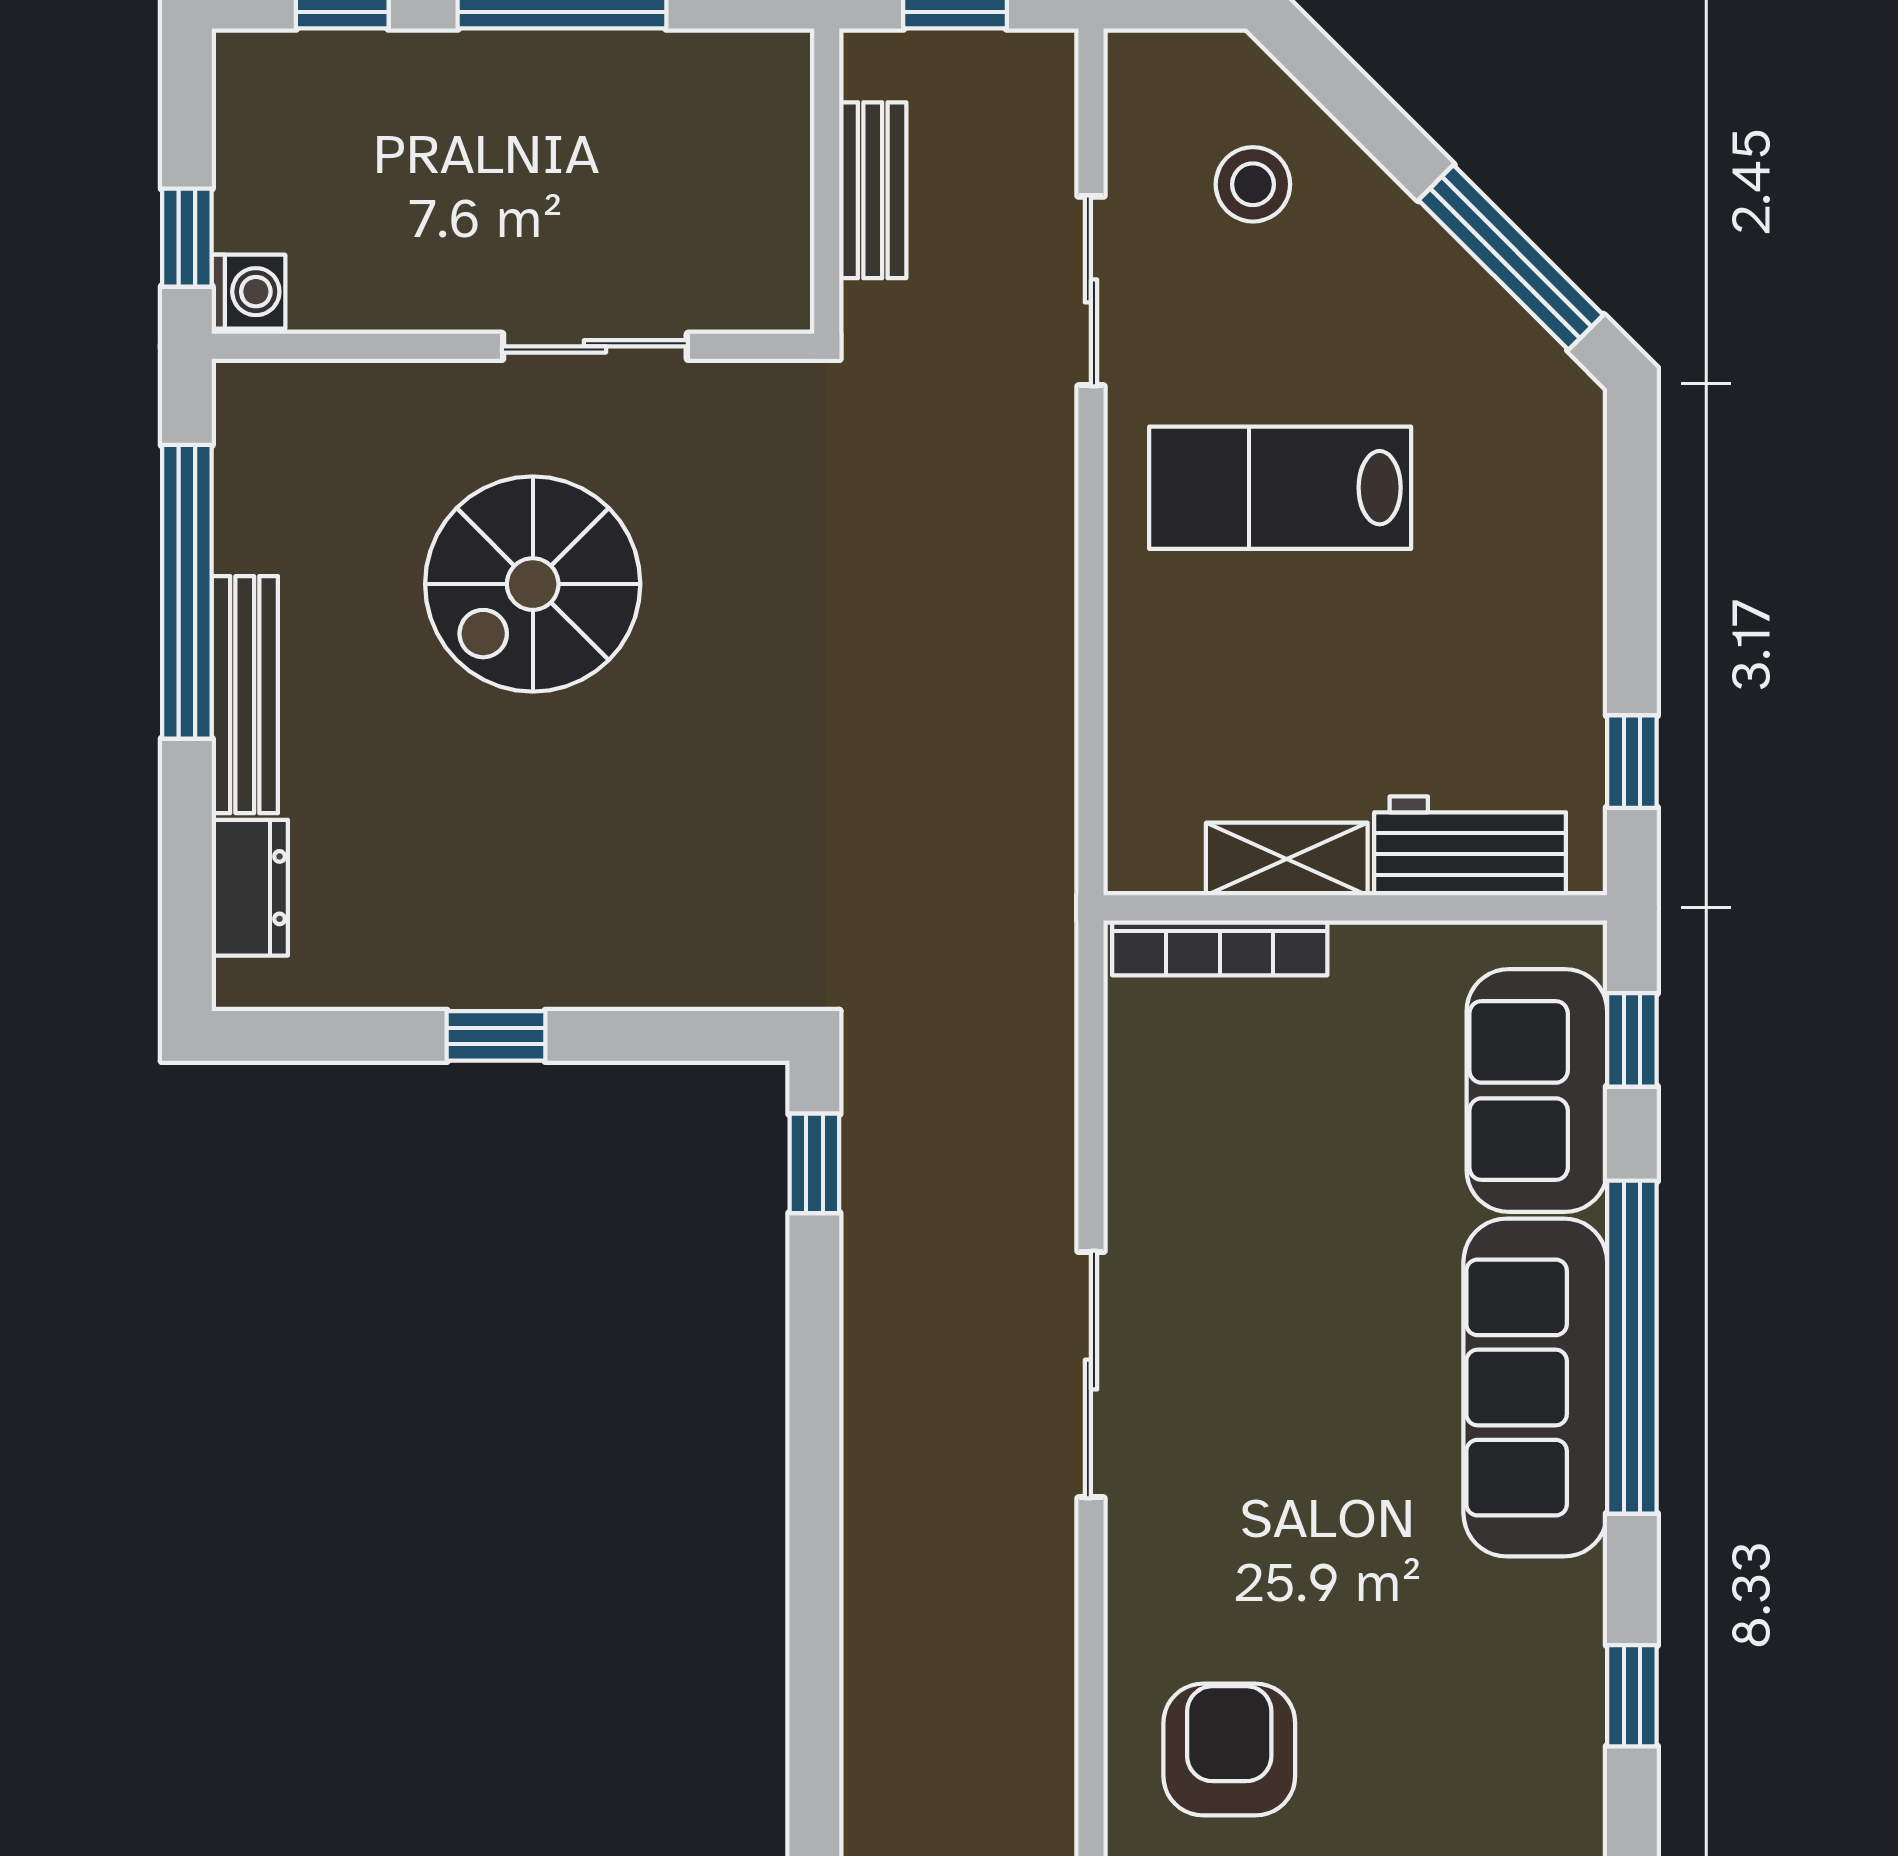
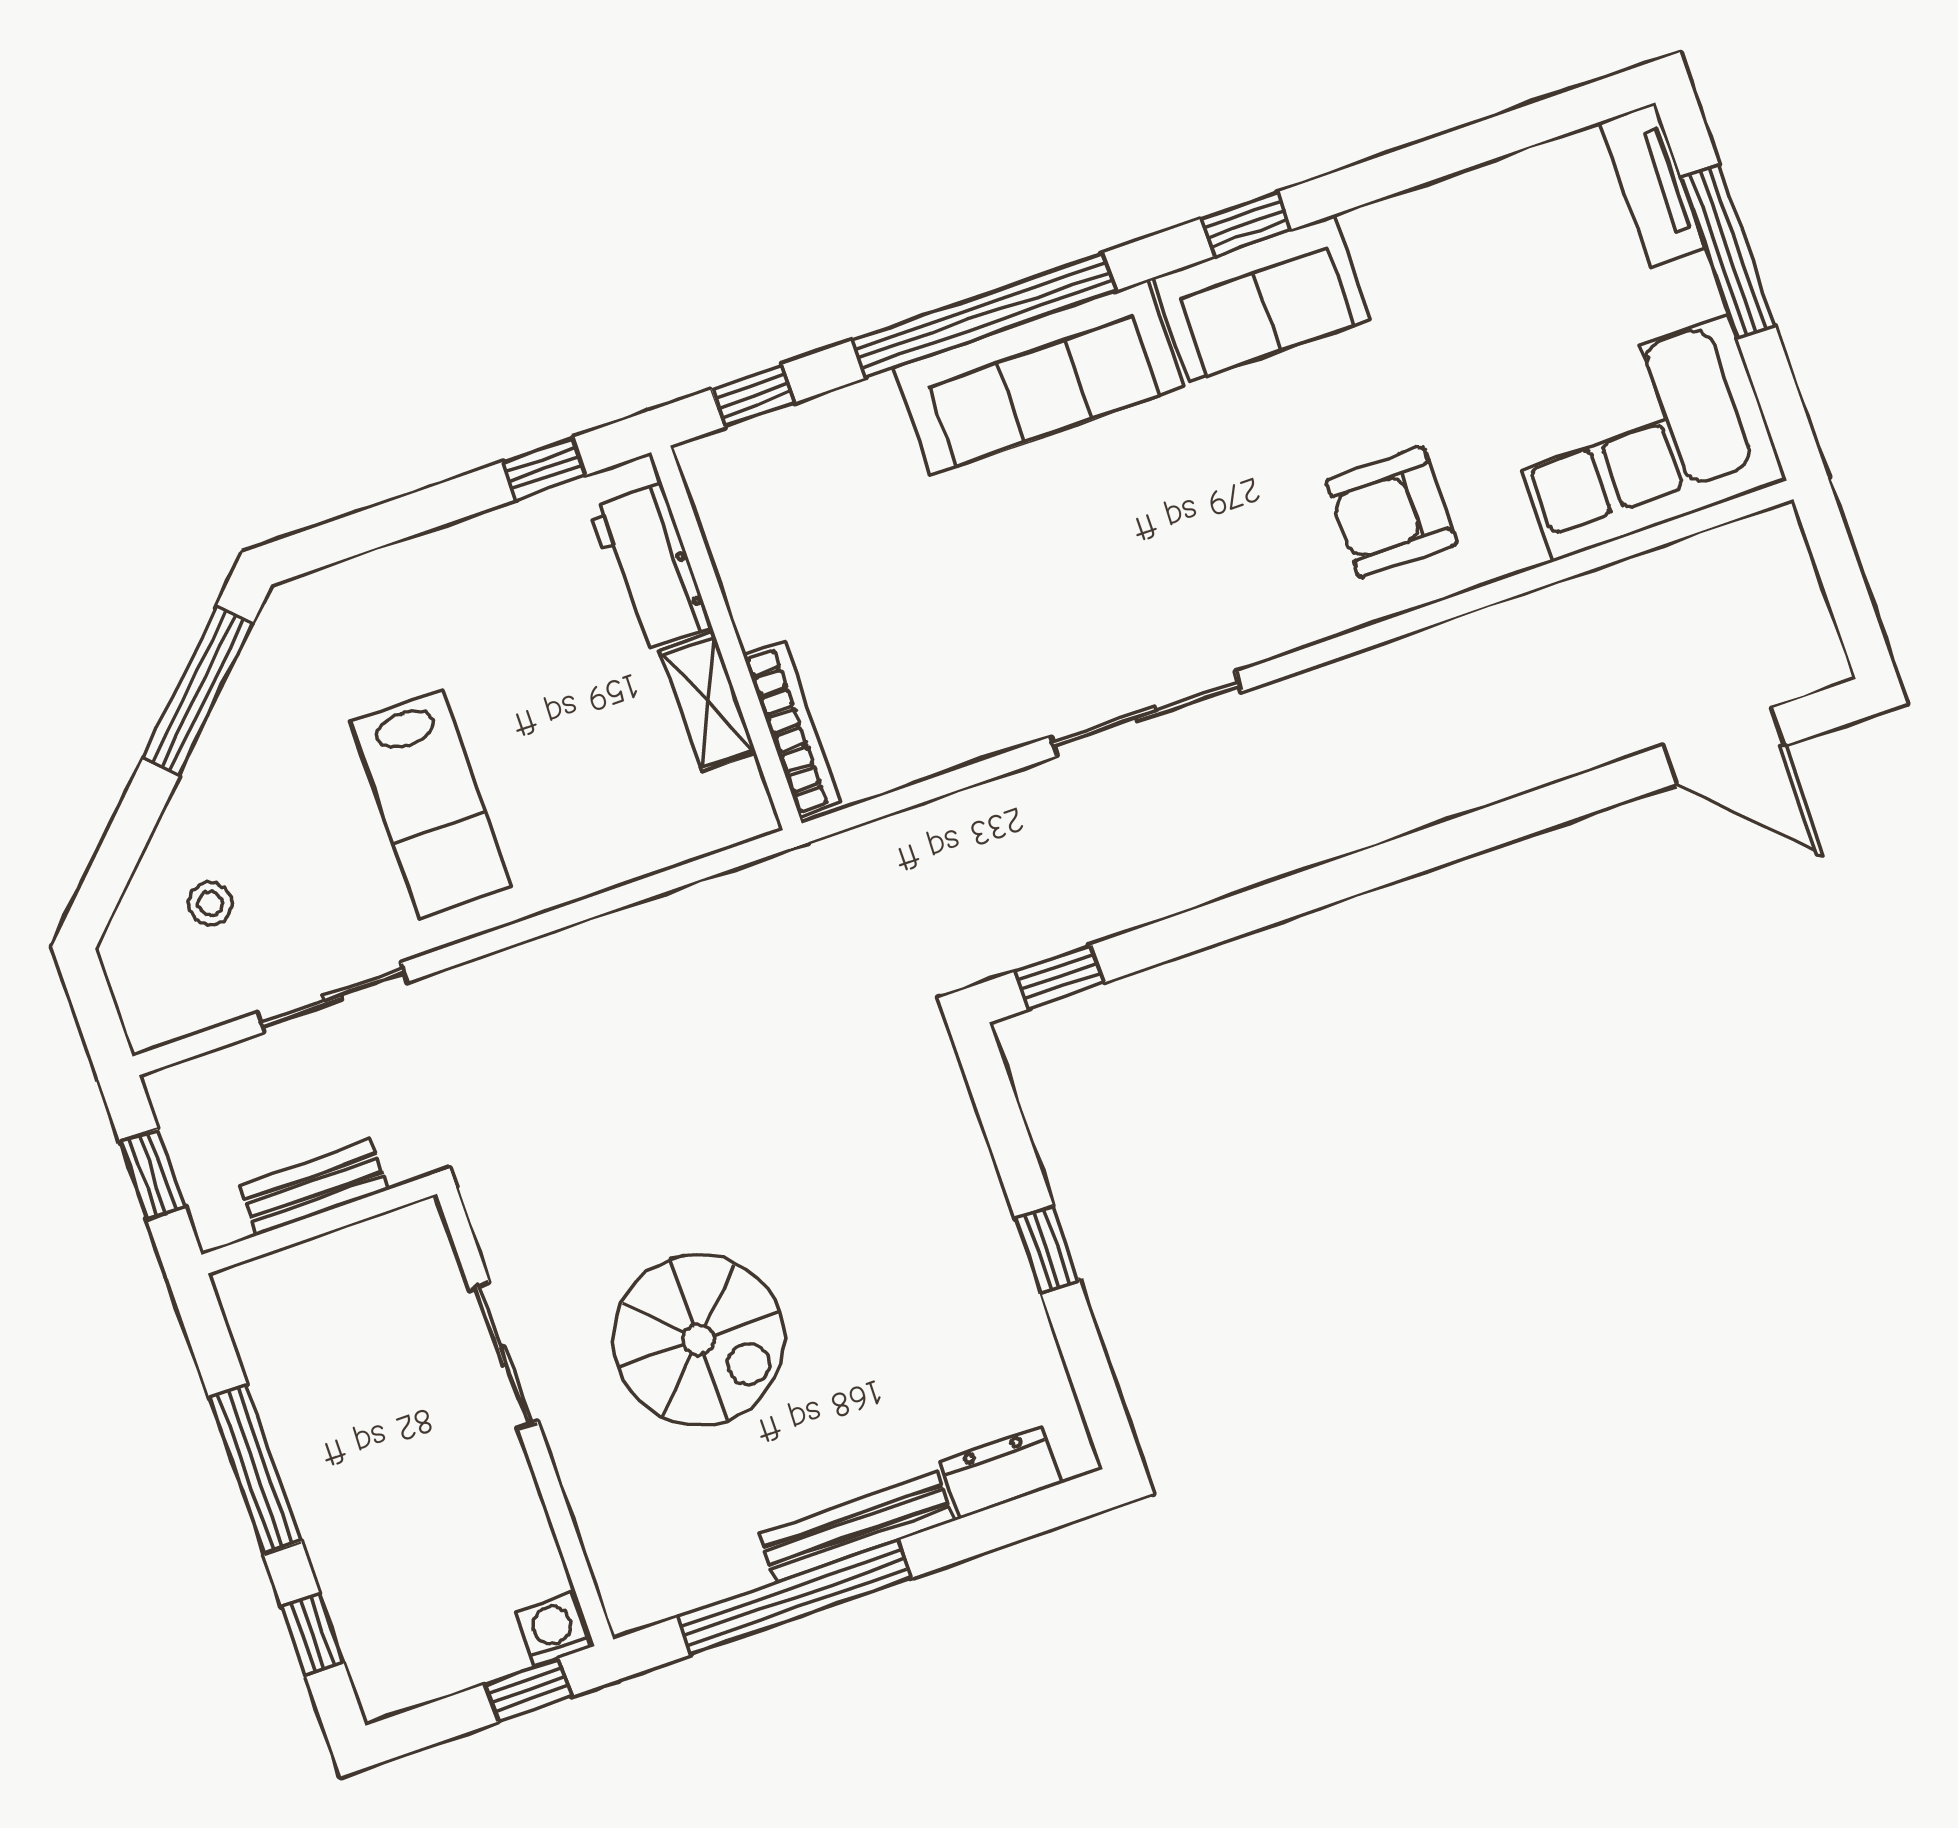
stool: (1253, 184) -> (210, 904), width x0.73, depth x0.73
sofa: (1537, 1090) -> (1262, 299), moved

